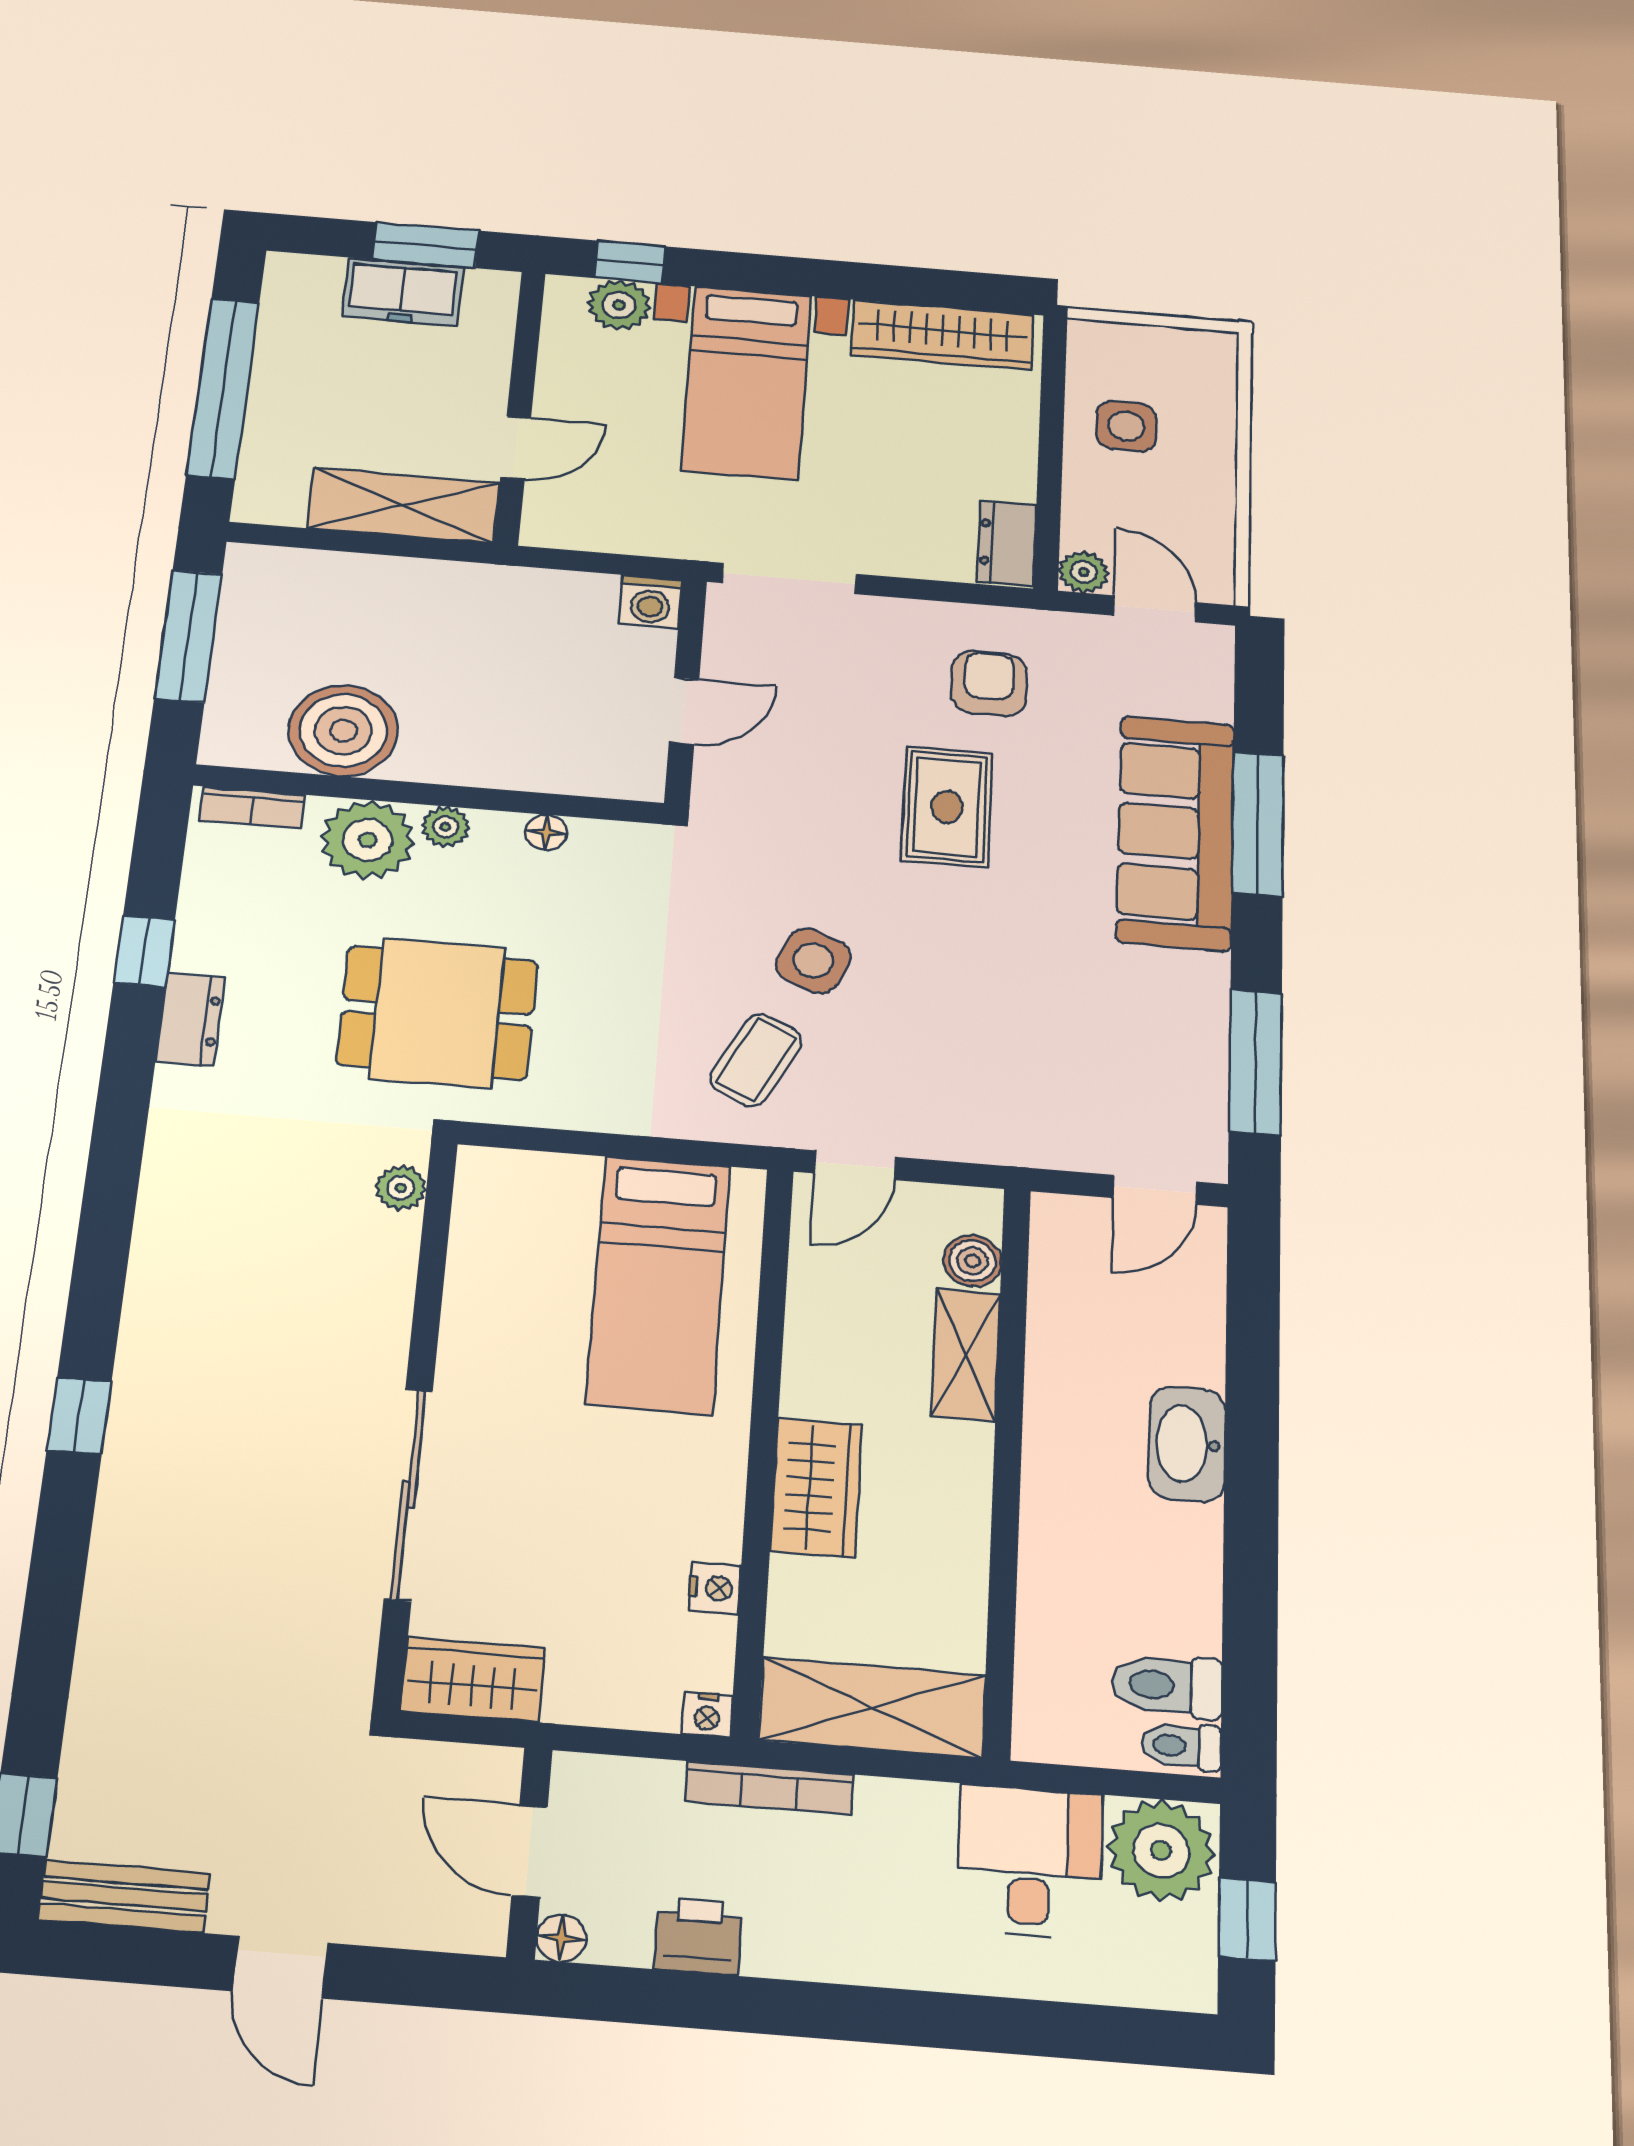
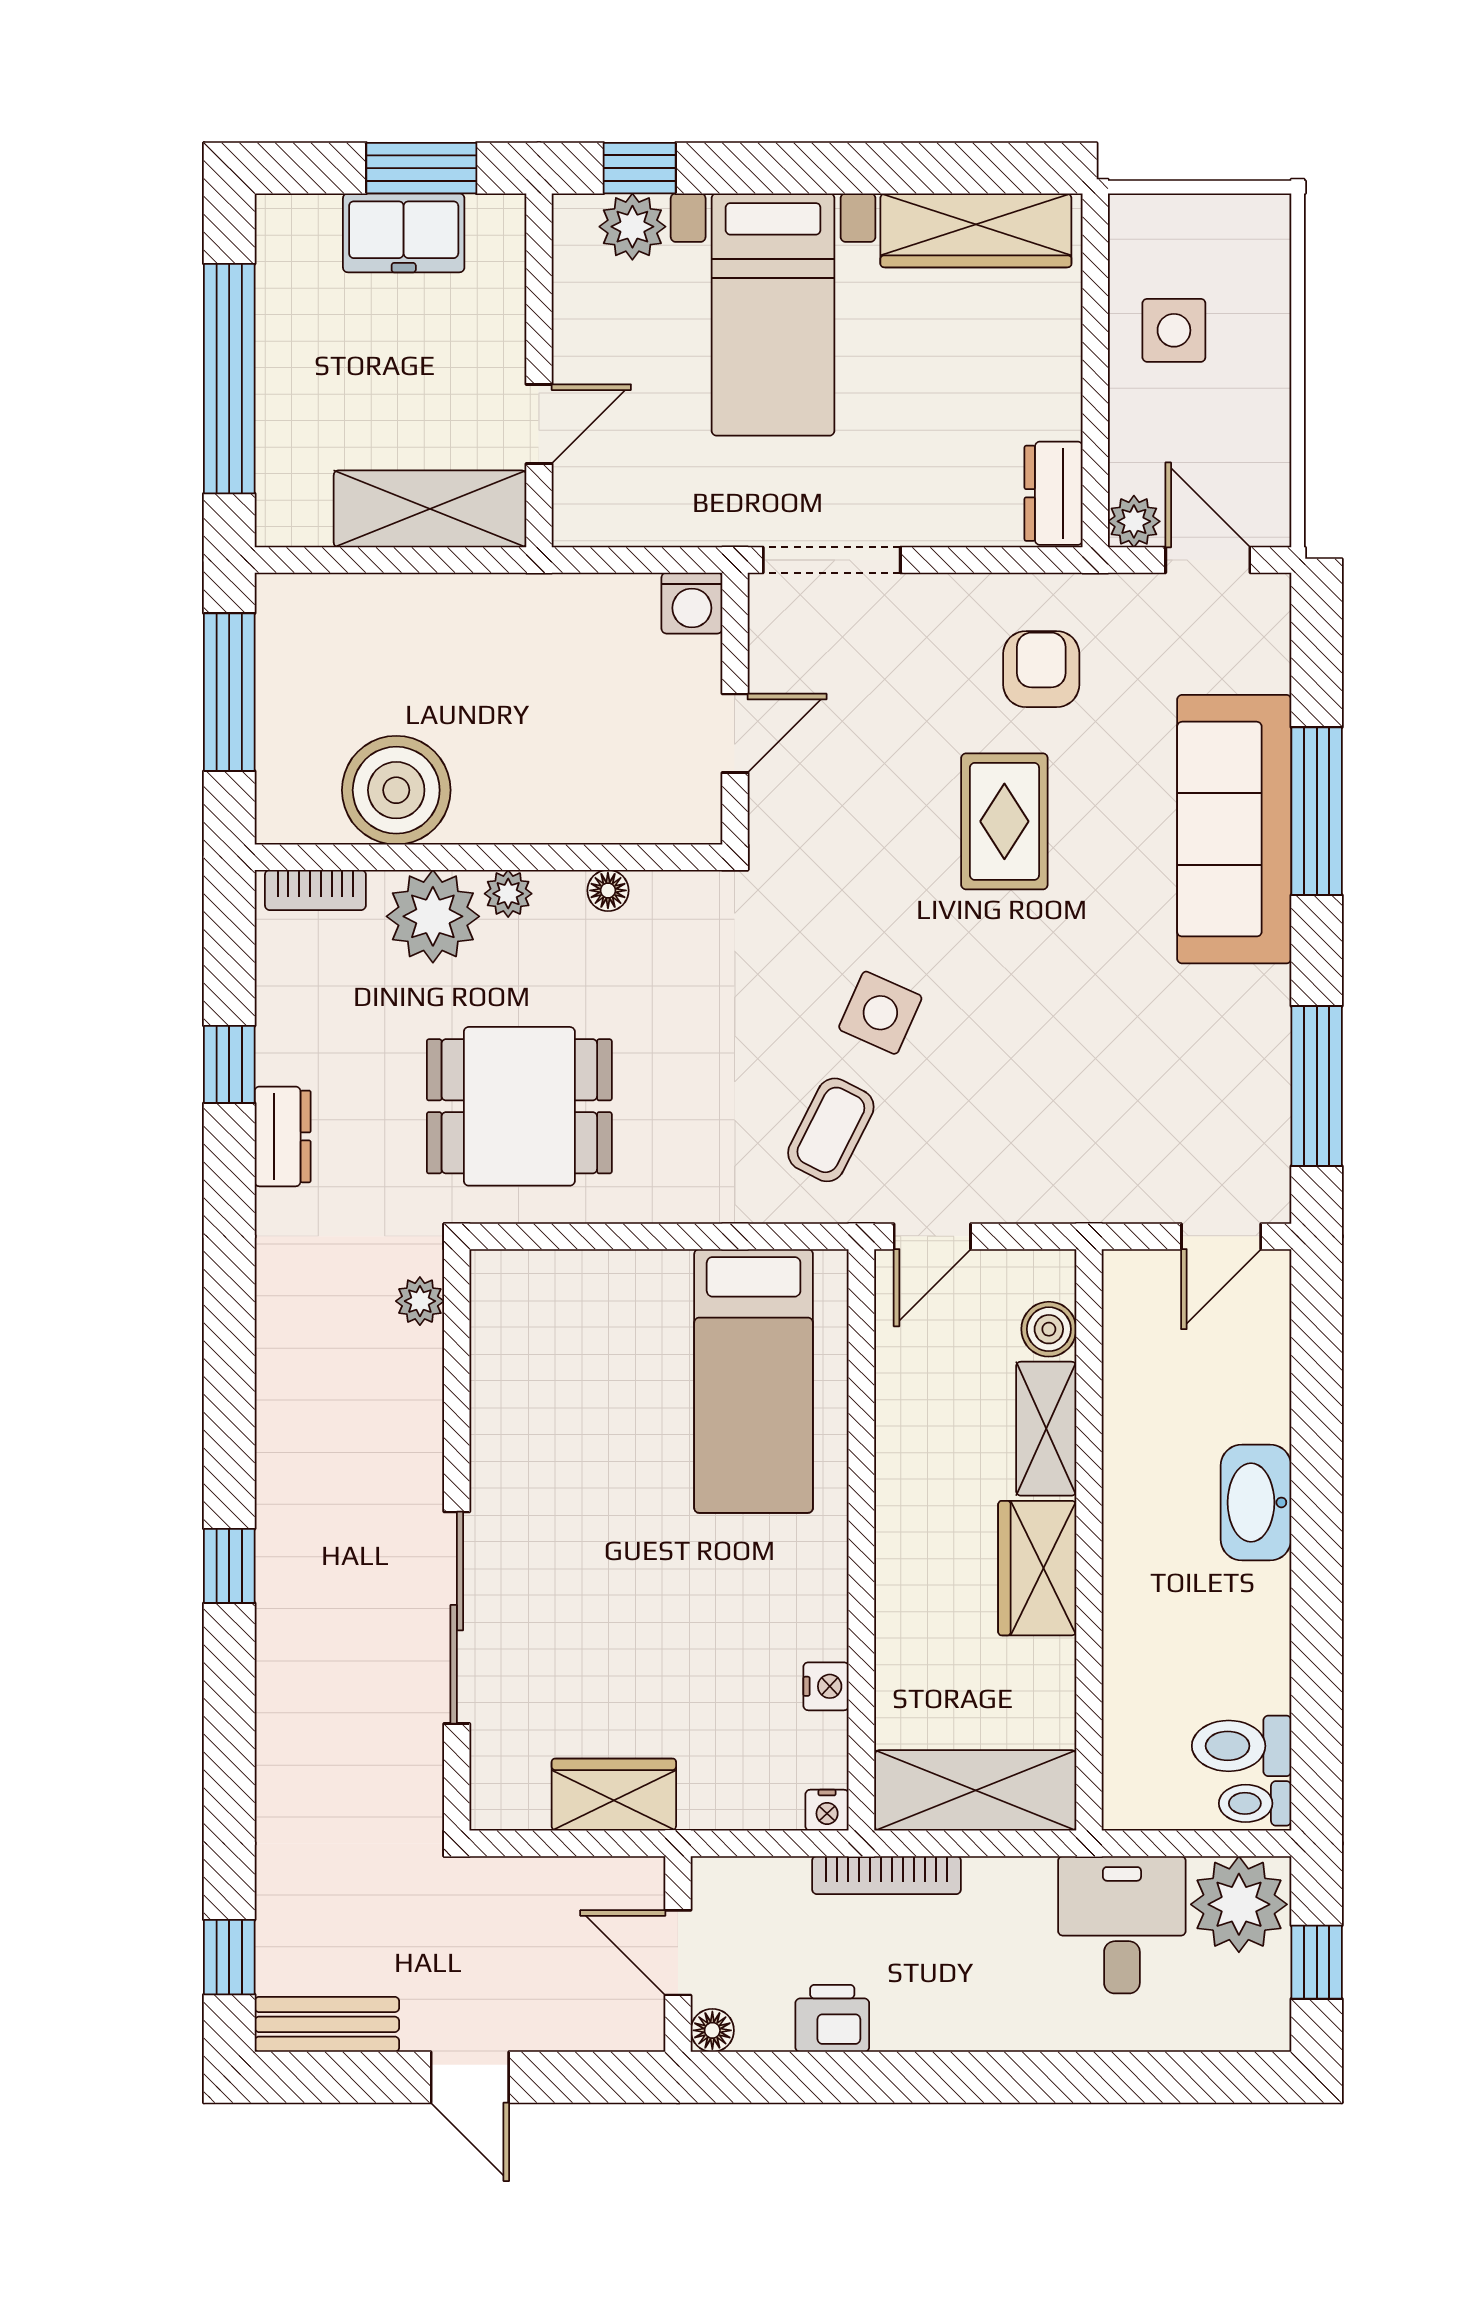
plant: (401, 1188) -> (420, 1301), moved
wall: (416, 1418) -> (457, 1540), moved
wardrobe: (816, 1487) -> (1037, 1568), moved, turned 180
sliding door: (408, 1494) -> (457, 1618), moved

